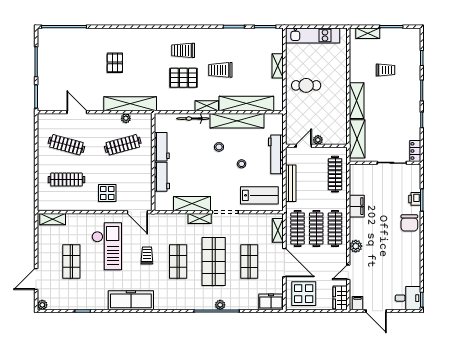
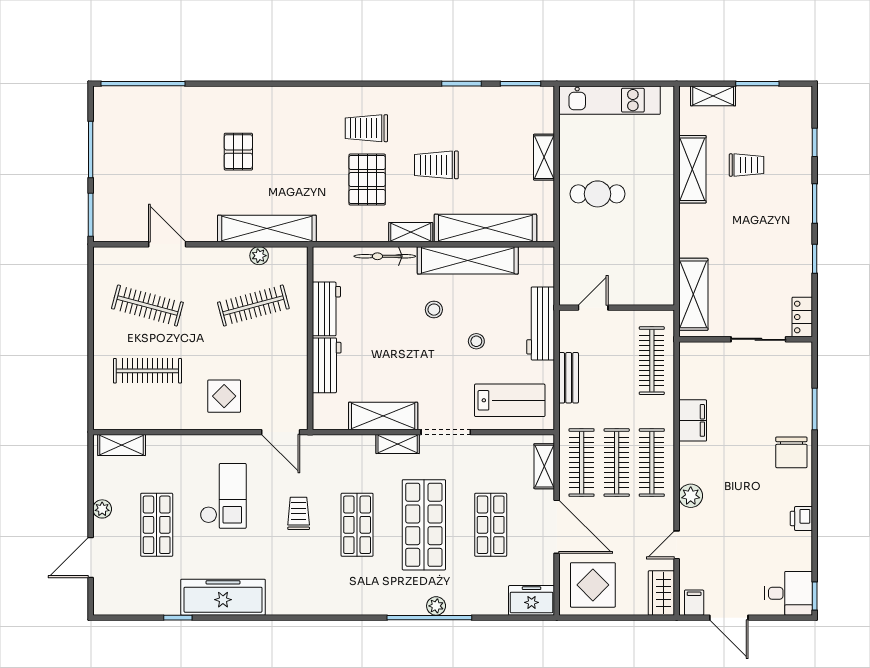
pallet: (183, 78) -> (367, 180), turned 90
shelving: (357, 101) -> (692, 169), moved
plant: (318, 140) -> (620, 296), removed
bench: (291, 183) -> (569, 378), width x0.73
printer: (415, 199) -> (801, 518), moved
checkout: (107, 246) -> (223, 496), width x0.73, depth x0.83
freezer: (131, 300) -> (223, 597), moved
plant: (42, 305) -> (102, 509), moved

